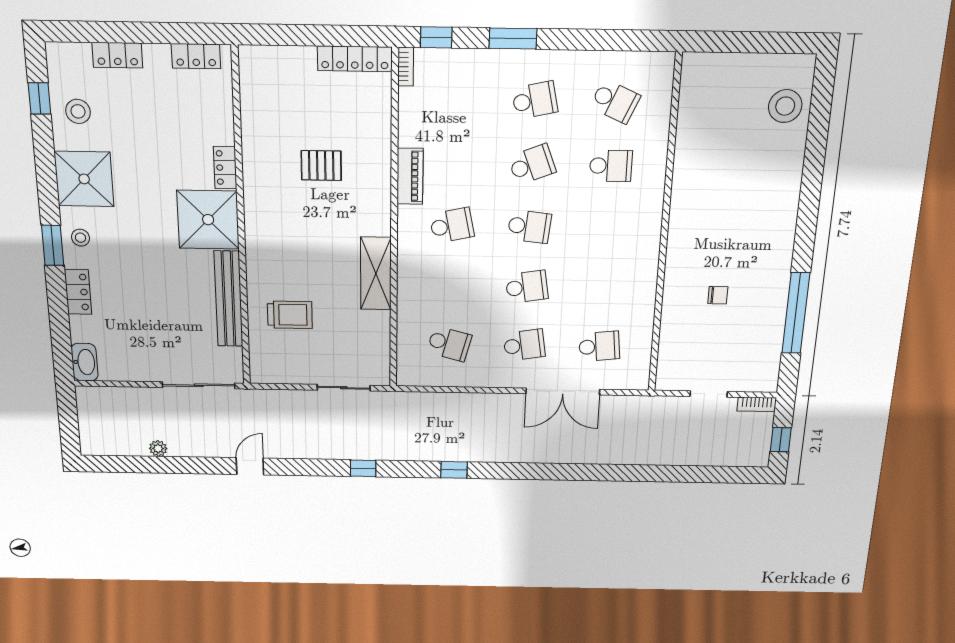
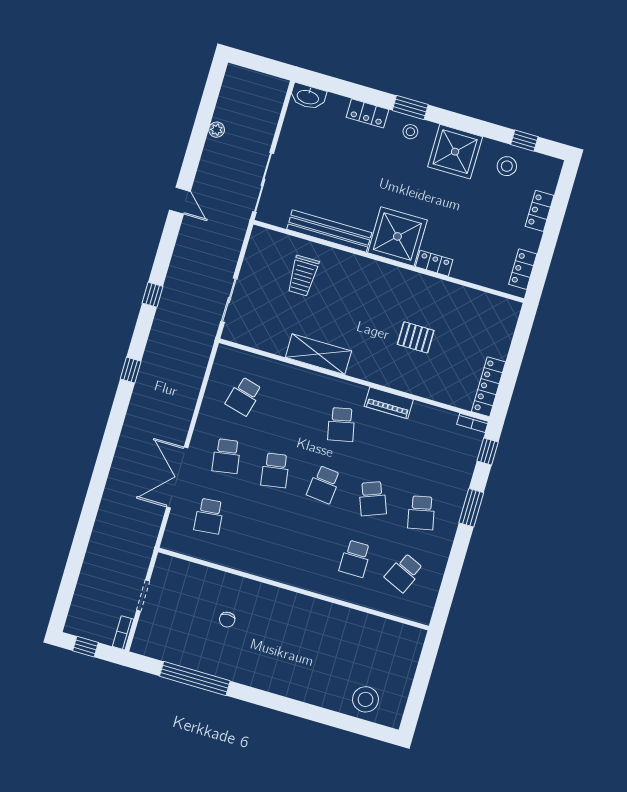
pallet: (321, 165) -> (416, 337), turned 90

